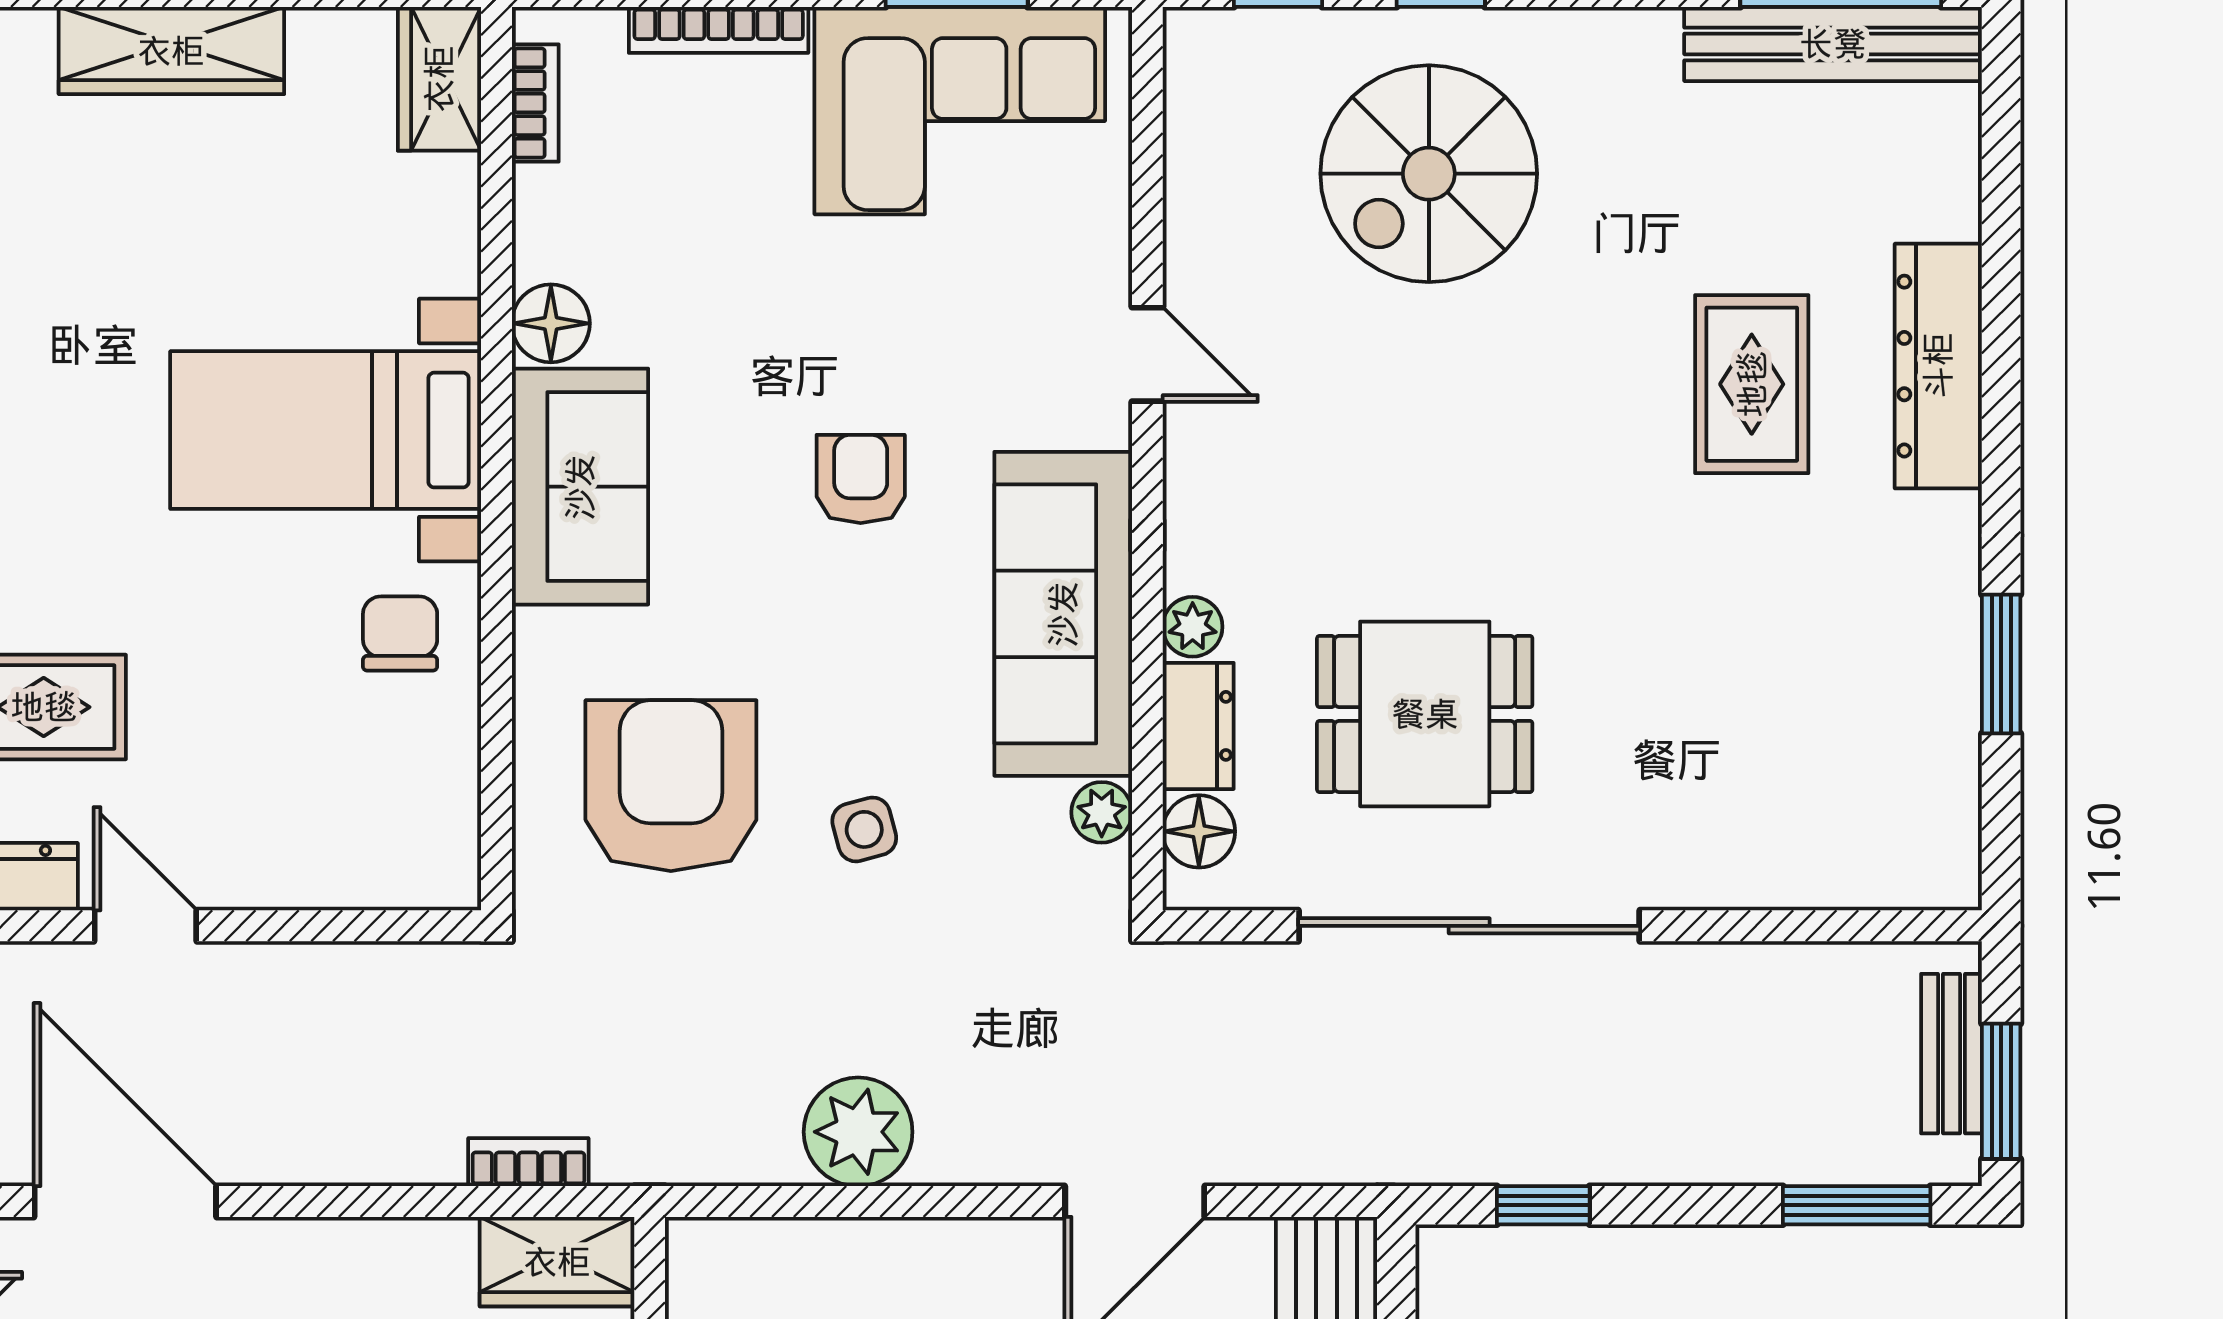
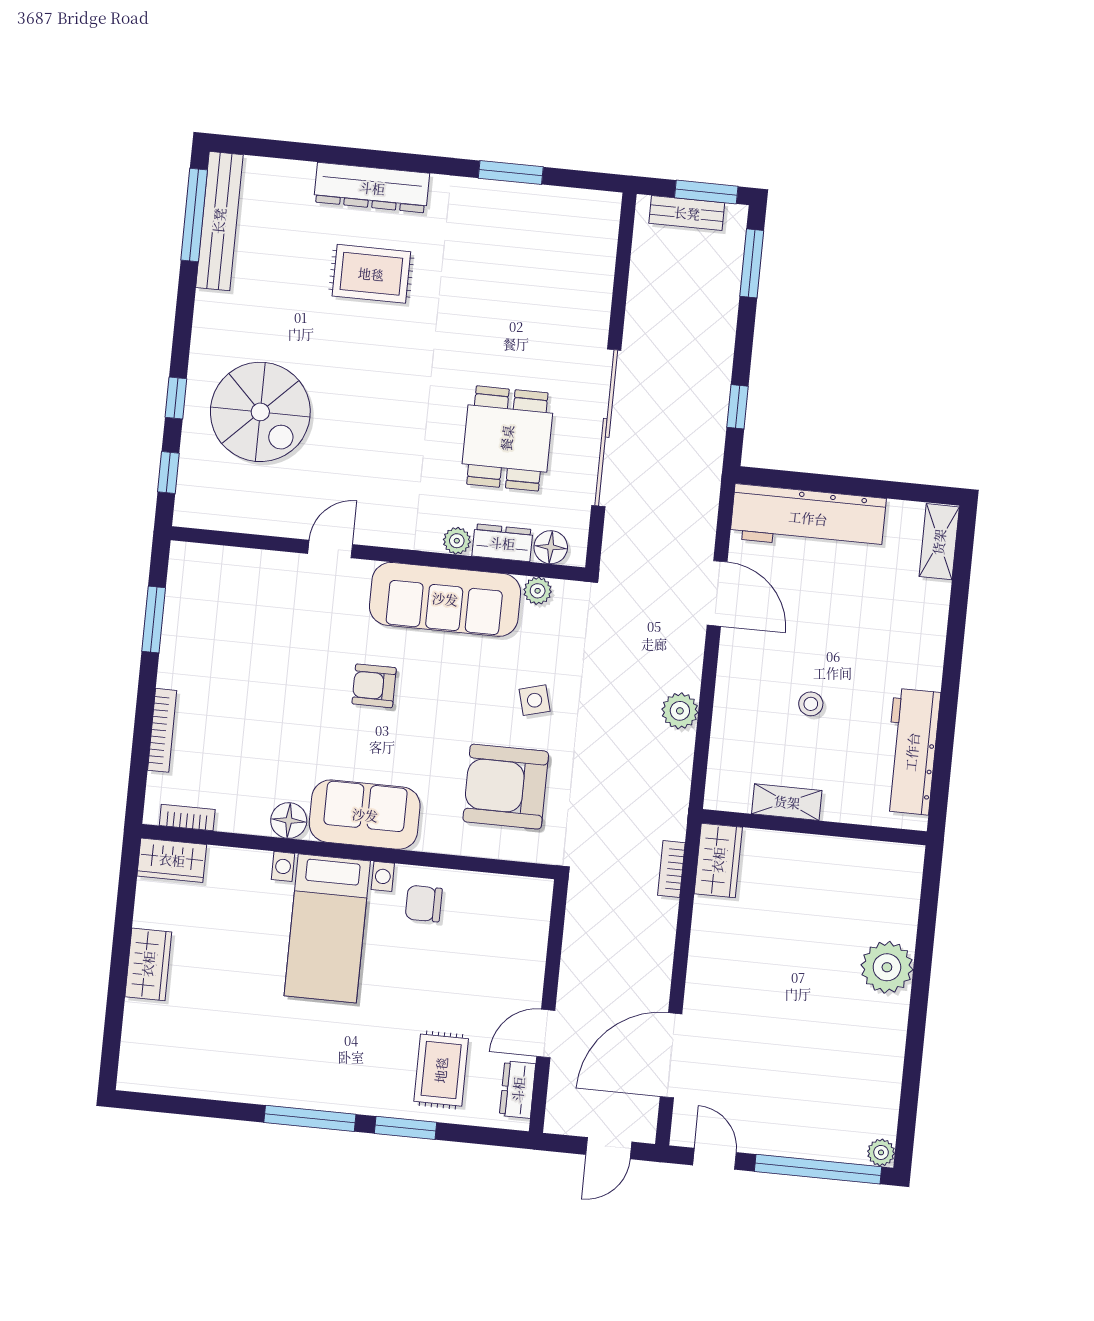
wardrobe: (171, 51) -> (148, 964), width x0.67
corner sofa: (960, 111) -> (210, 624), removed
plant: (858, 1132) -> (680, 711), width x0.73, depth x0.73

